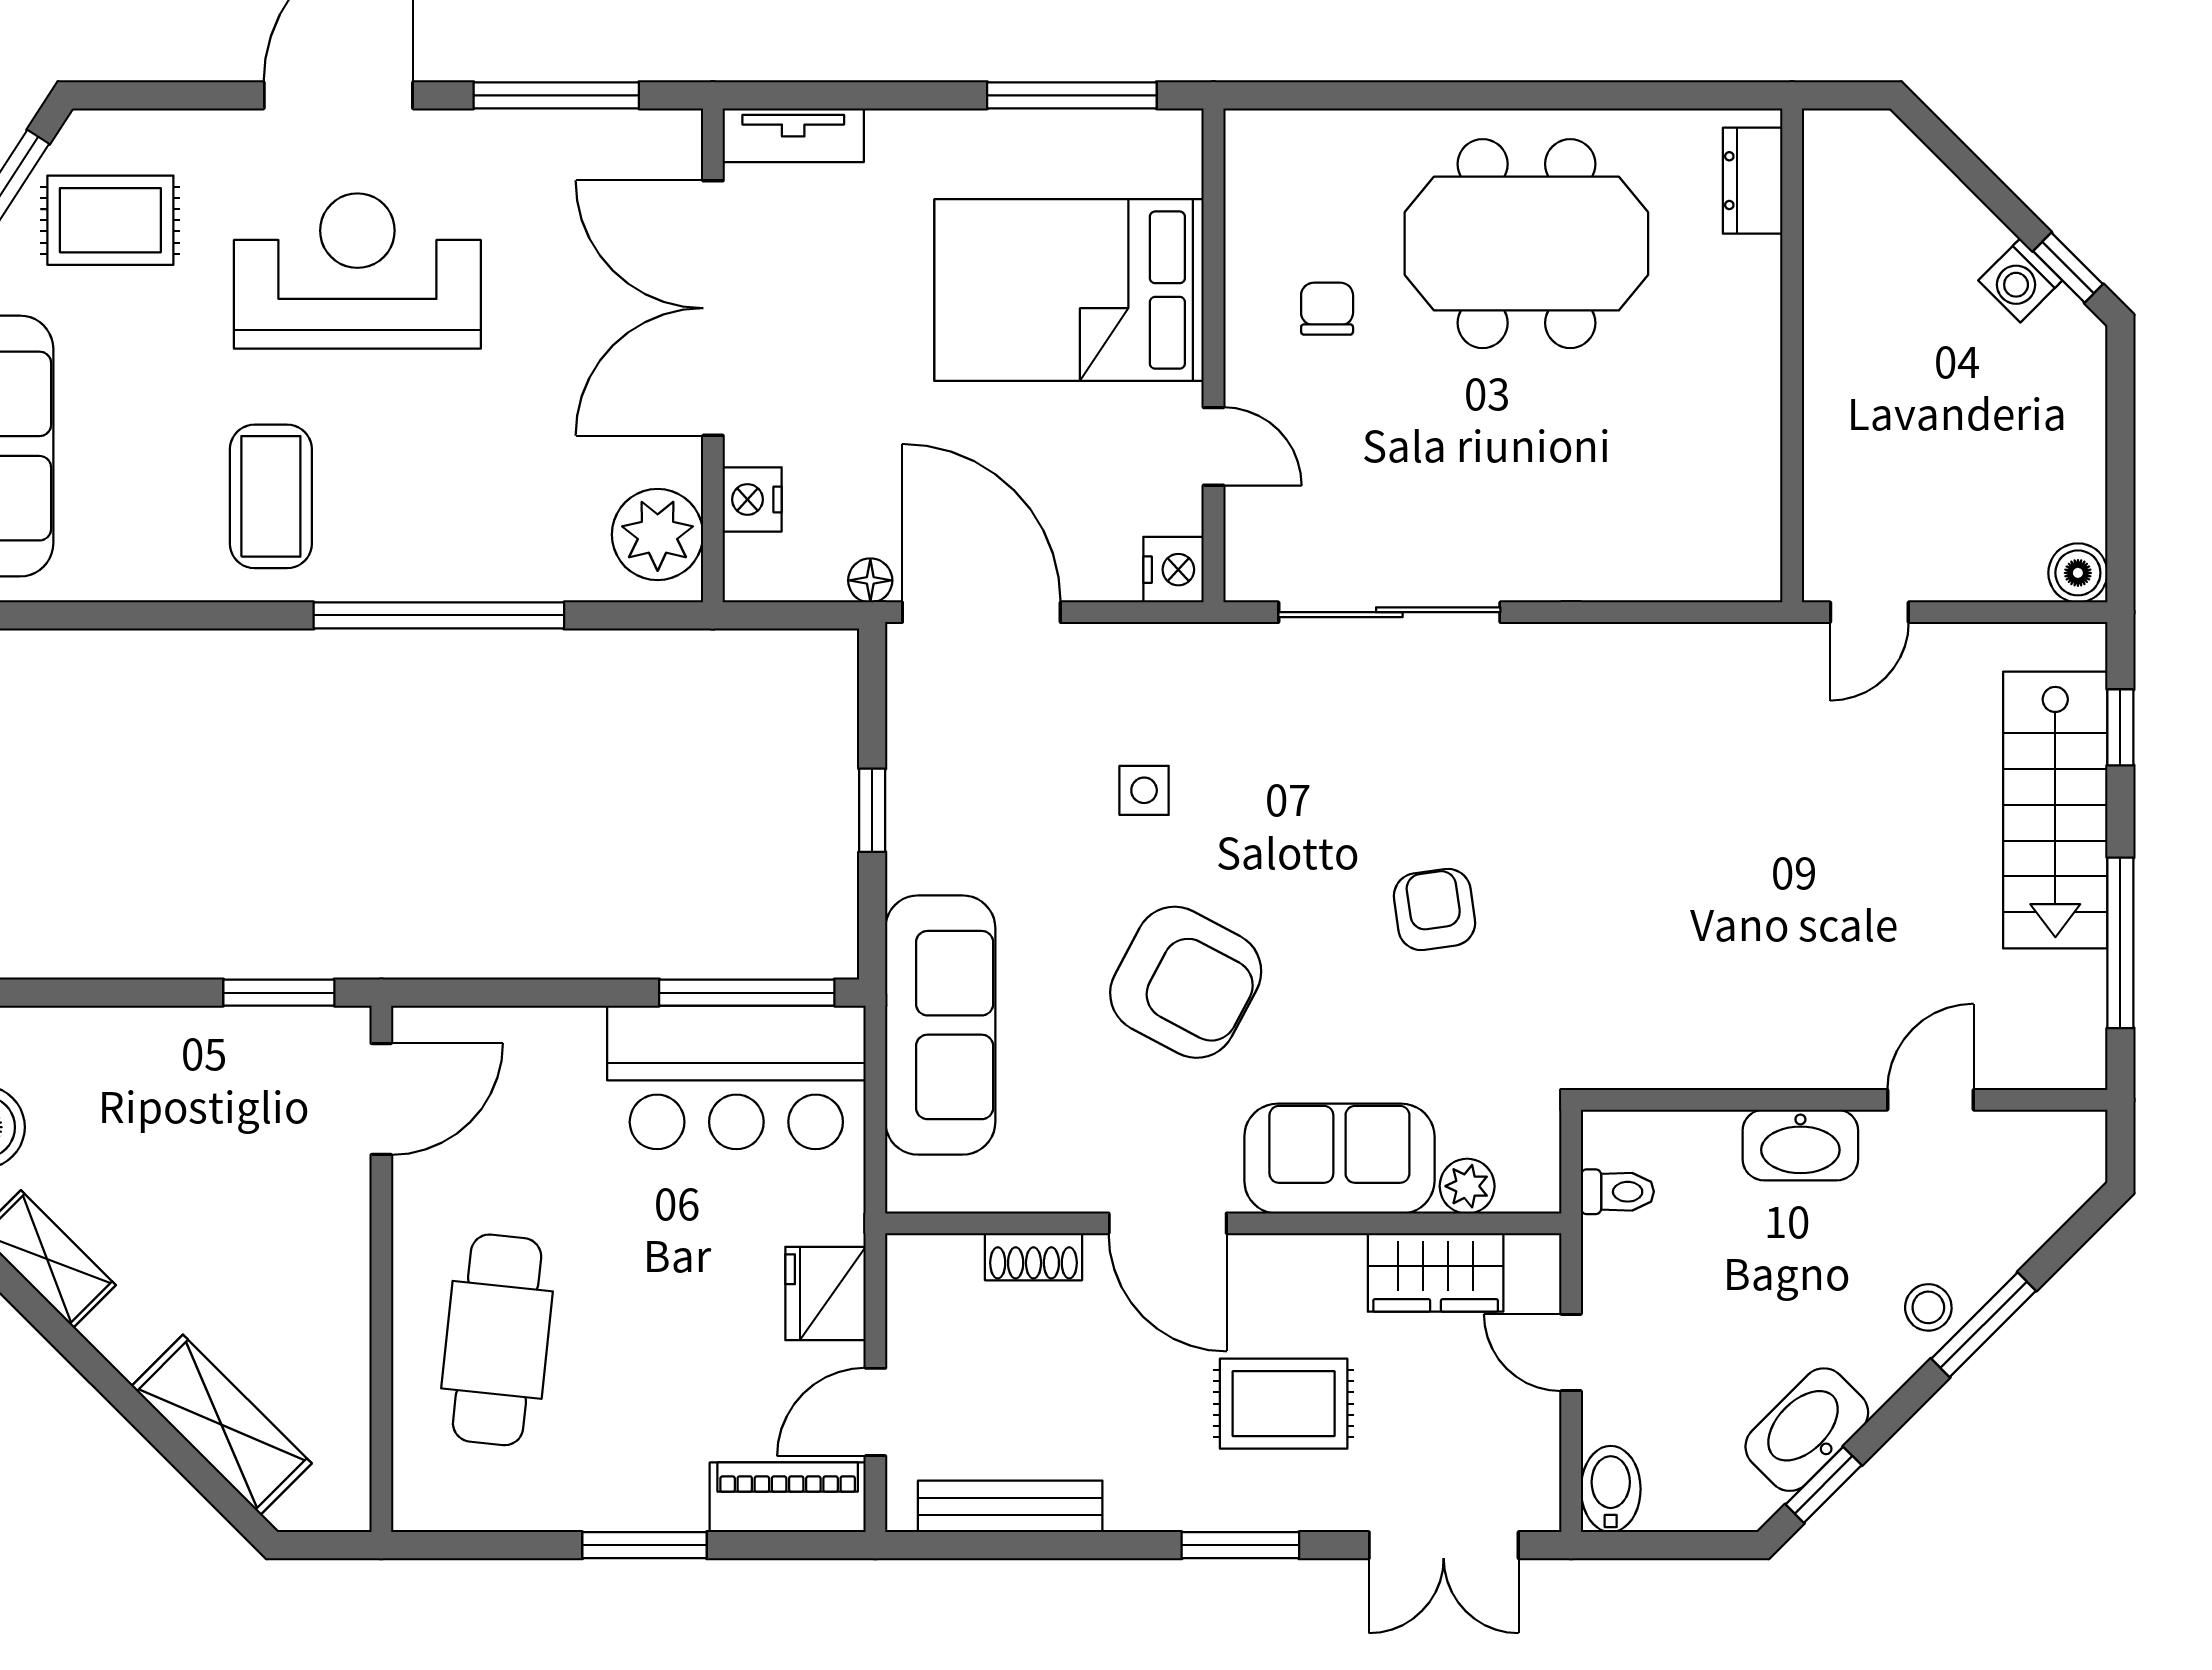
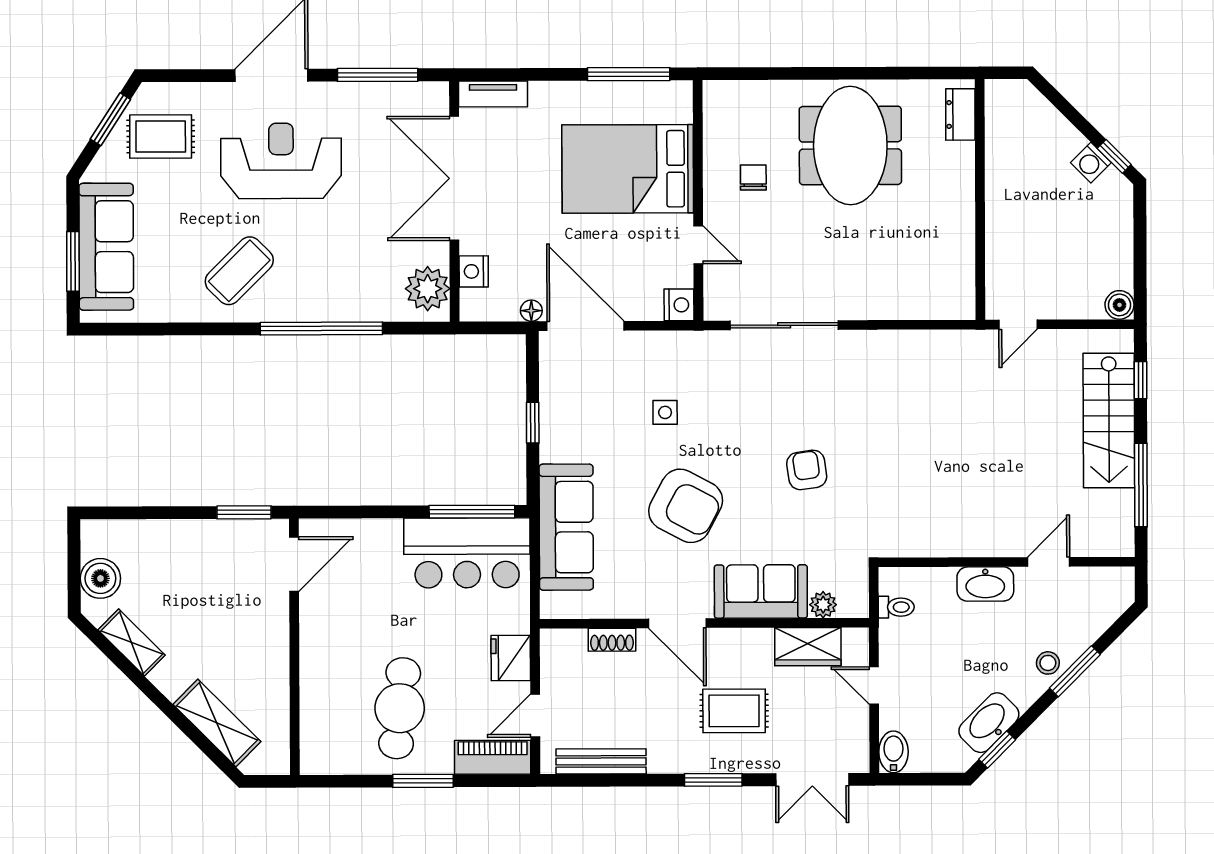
meeting table: (1526, 244) -> (850, 145), turned 90
coffee table: (271, 496) -> (239, 271), turned 45
cafe table: (497, 1340) -> (400, 708), moved

